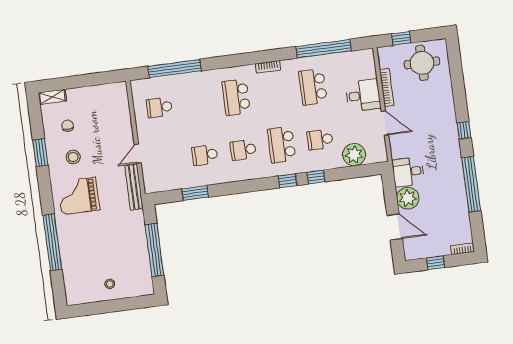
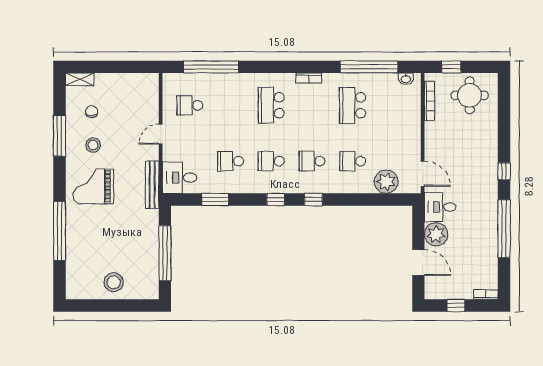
washbasin: (360, 55) -> (406, 79), added
bookcase: (387, 88) -> (429, 101), moved
desk: (363, 95) -> (180, 178), moved, turned 180
door: (385, 123) -> (423, 174), moved
school desk: (282, 145) -> (312, 161), width x0.54
window: (40, 153) -> (60, 136), width x1.44
door: (138, 154) -> (161, 134), moved
window: (316, 177) -> (276, 200), moved
stool: (110, 284) -> (114, 282), width x1.89, depth x1.89

